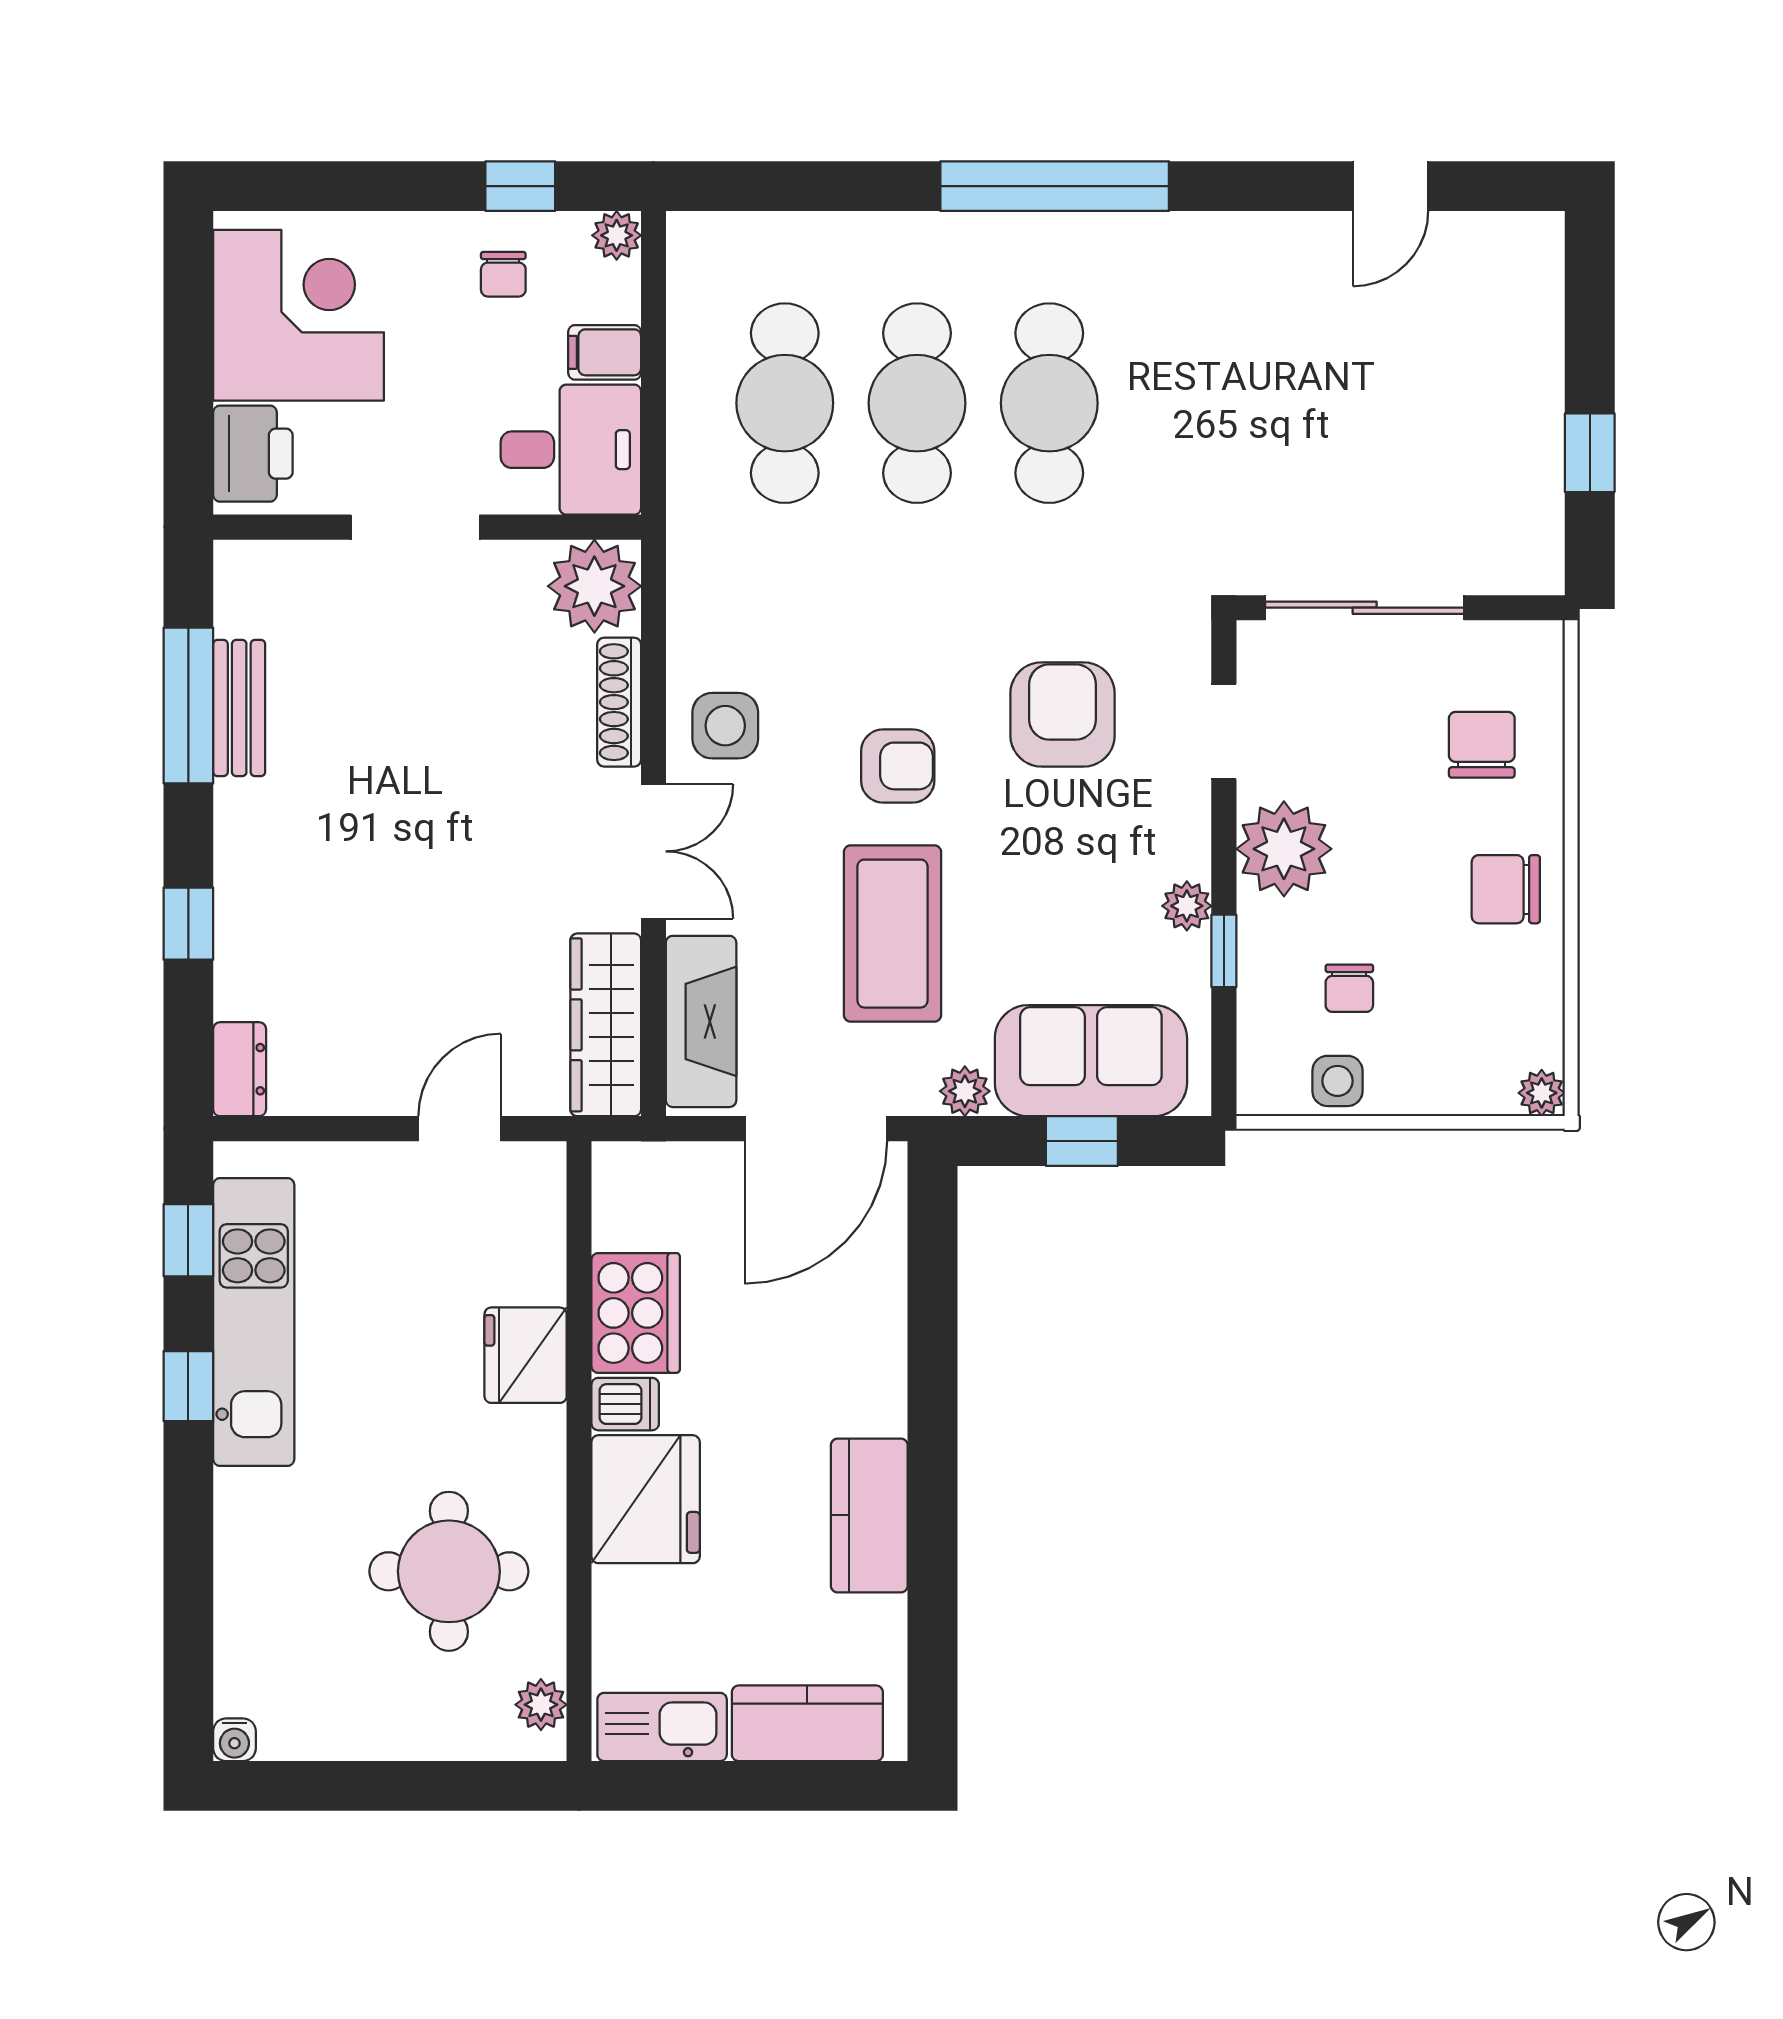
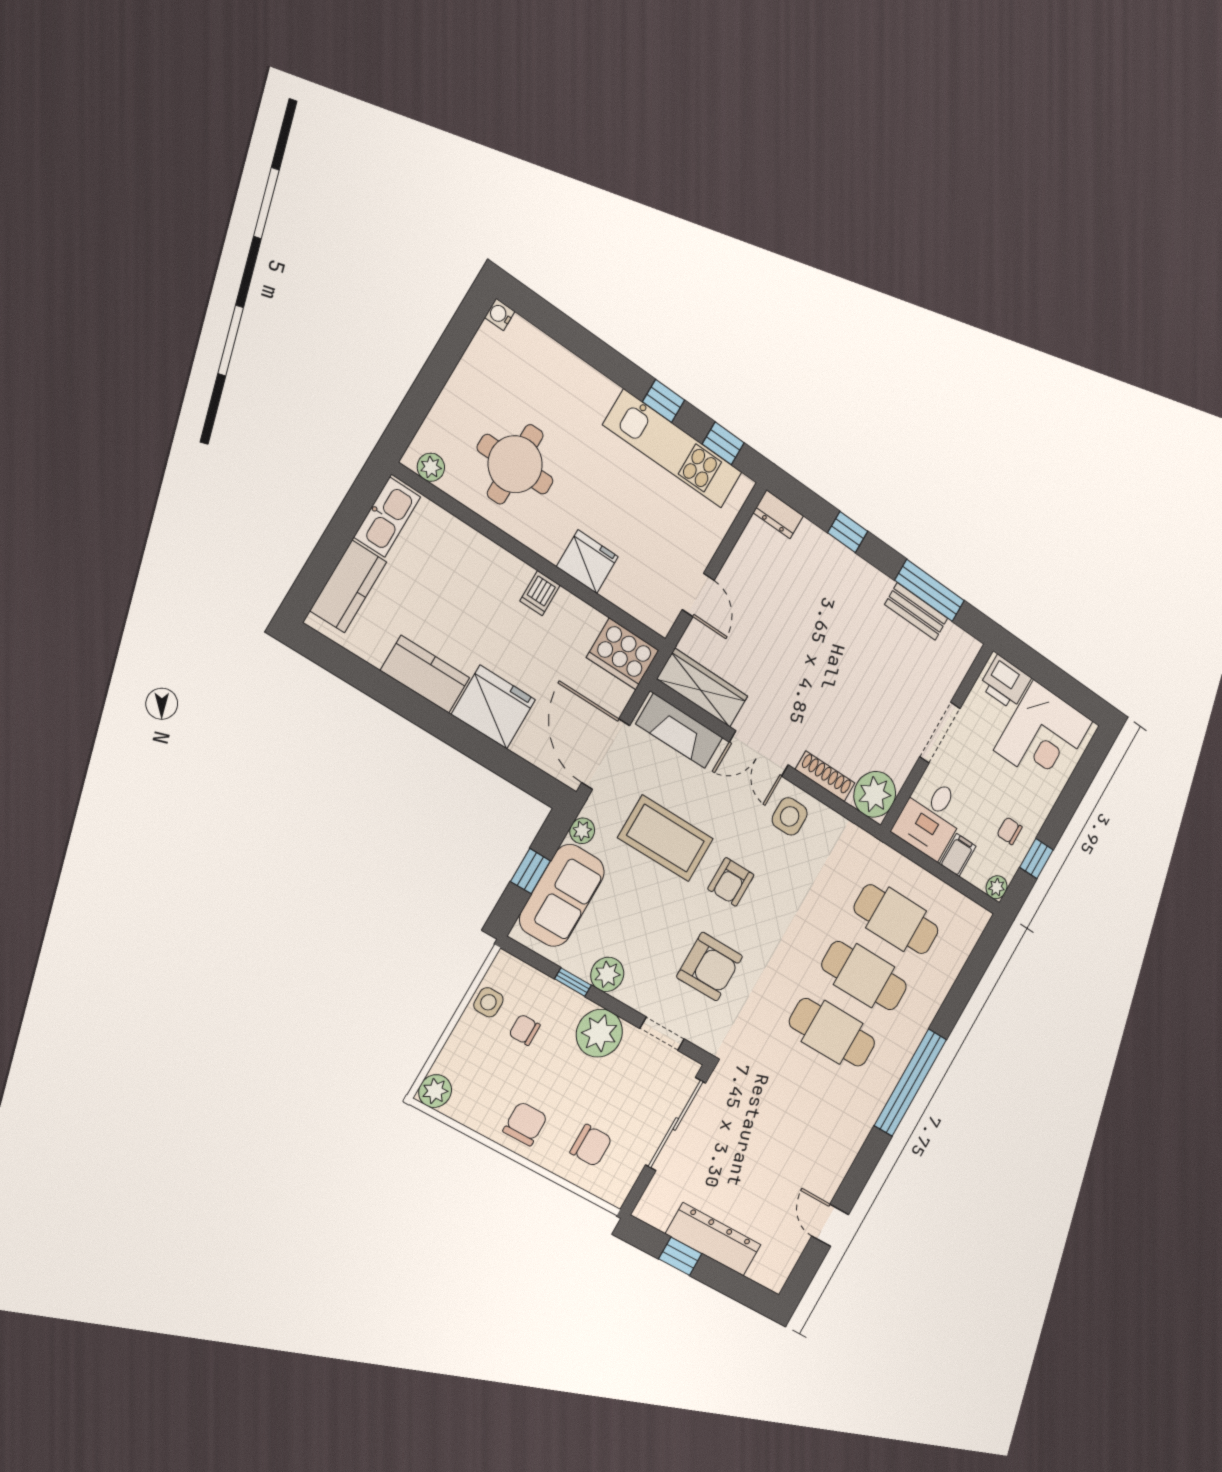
dresser: (1529, 406) -> (713, 1239), added
plant: (1187, 906) -> (607, 974), width x1.38, depth x1.38
plant: (1542, 1093) -> (435, 1091), width x1.38, depth x1.38
cooker: (636, 1313) -> (623, 654), moved
fridge: (646, 1499) -> (493, 707), moved, turned 180

